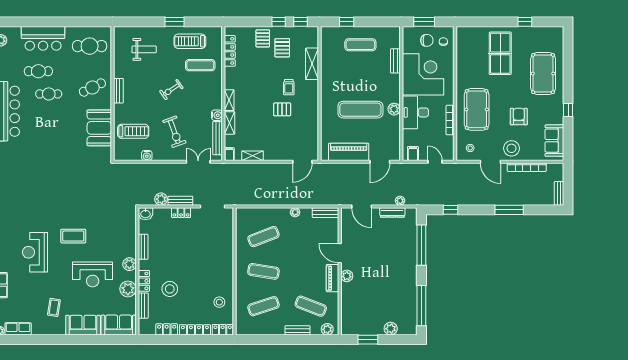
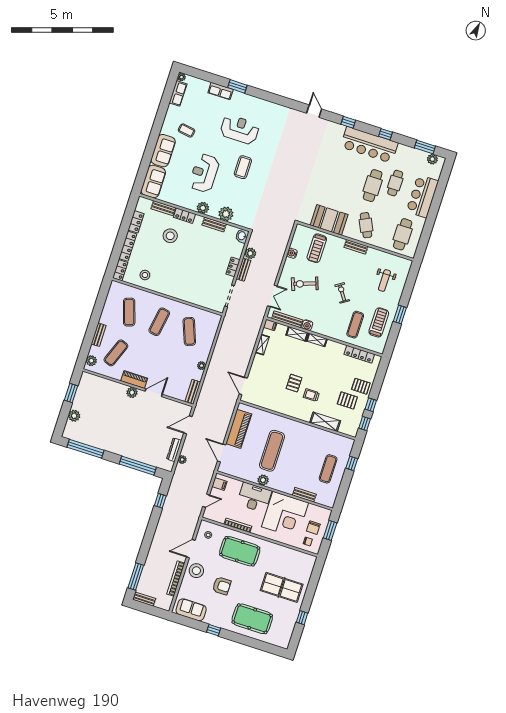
cafe table: (49, 94) -> (373, 186), width x1.37, depth x1.35
window: (509, 210) -> (136, 576), moved
plant: (128, 289) -> (226, 214), moved

